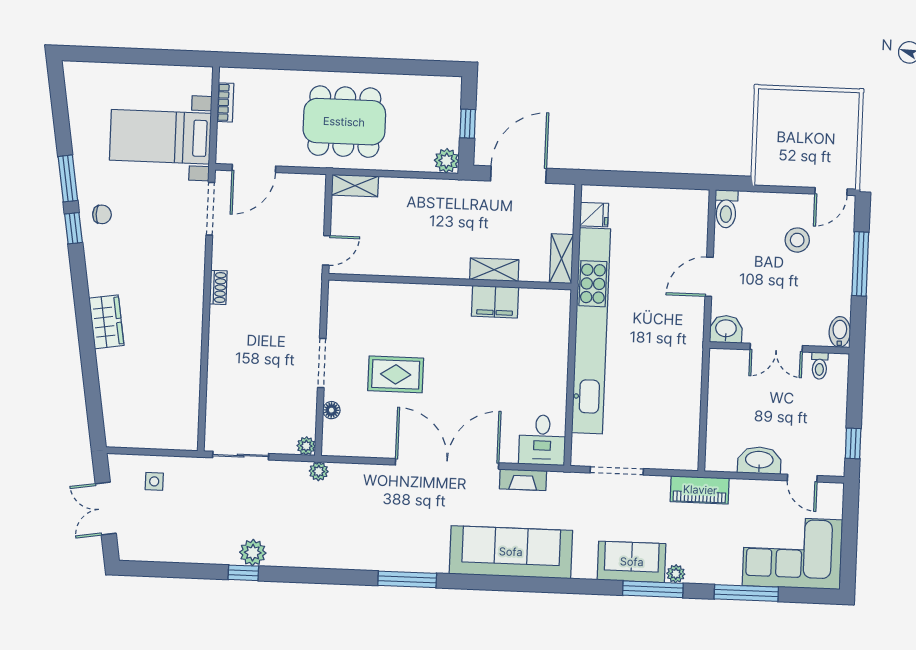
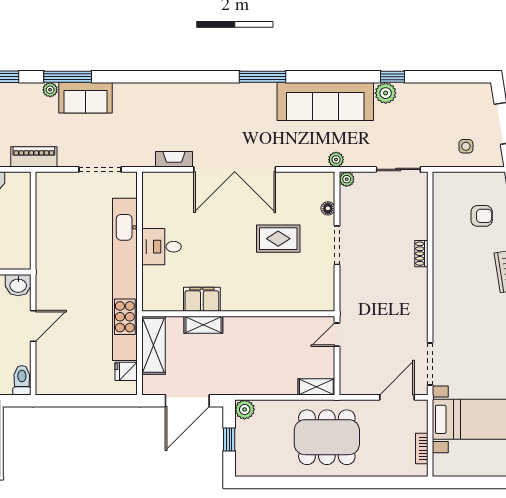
shelving: (562, 259) -> (153, 345), width x1.50, depth x1.33
shoe rack: (218, 287) -> (421, 254), moved
armchair: (138, 393) -> (482, 216), added
desk: (542, 440) -> (161, 247), moved, turned -90
sofa: (511, 552) -> (325, 102), moved

